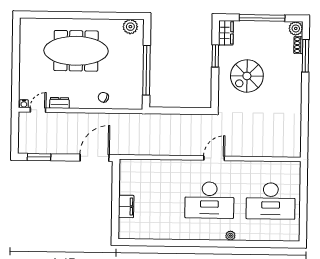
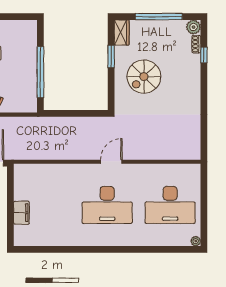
plant: (130, 27) -> (23, 28), removed
window: (305, 56) -> (204, 55), width x0.46
plant: (230, 236) -> (196, 241), moved

